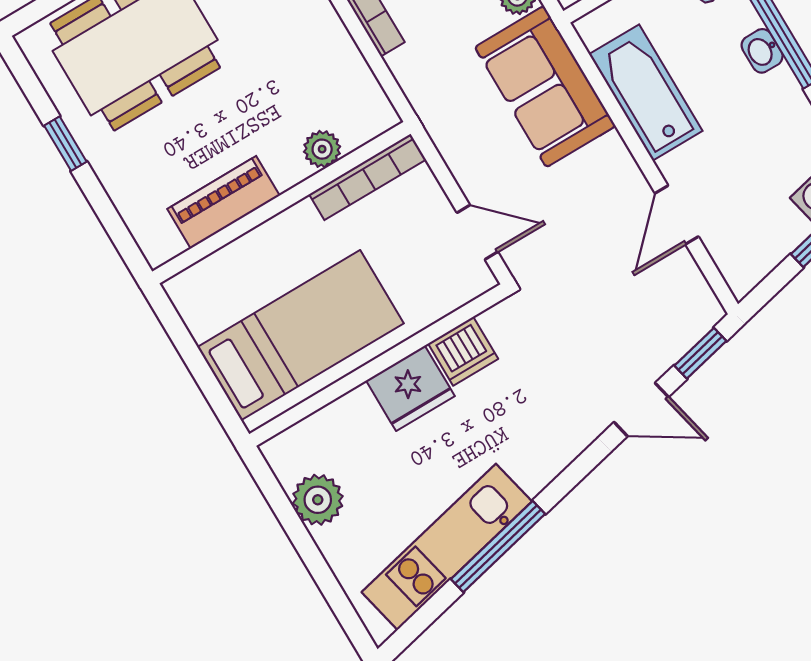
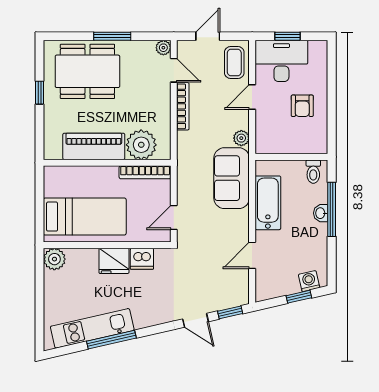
plant: (322, 149) -> (141, 145), width x1.87, depth x1.87
piano: (224, 202) -> (94, 146), width x1.37, depth x1.33
door: (477, 232) -> (174, 218), swing flipped
plant: (318, 500) -> (54, 259), moved

